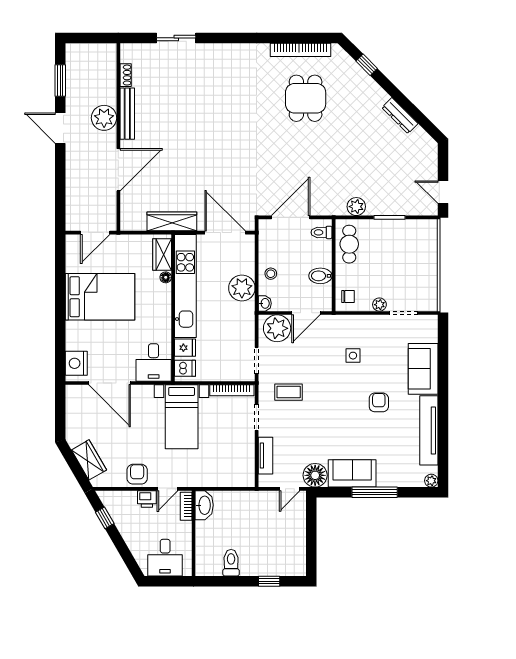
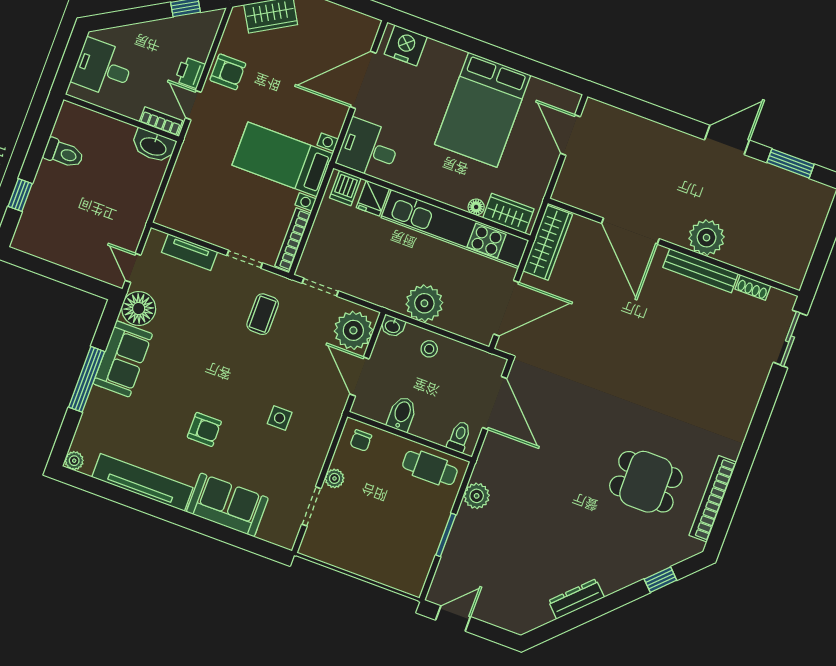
shoe rack: (126, 75) -> (753, 287), moved
bench: (127, 114) -> (701, 271), moved
plant: (104, 118) -> (707, 238), moved
wall: (118, 137) -> (674, 247), moved
door: (118, 170) -> (630, 231), moved

